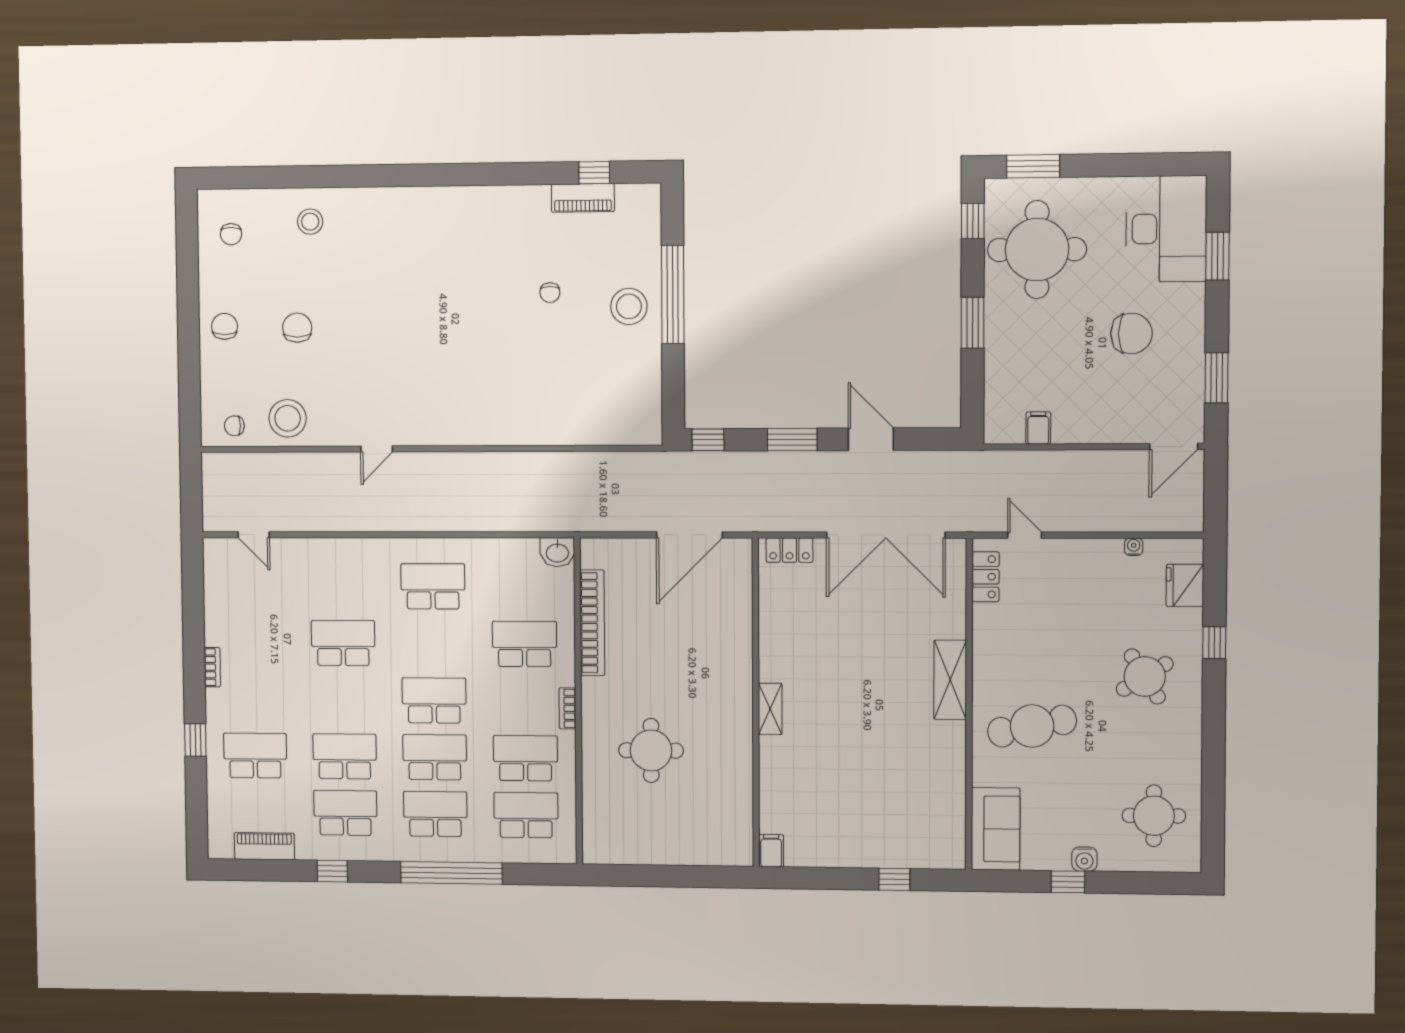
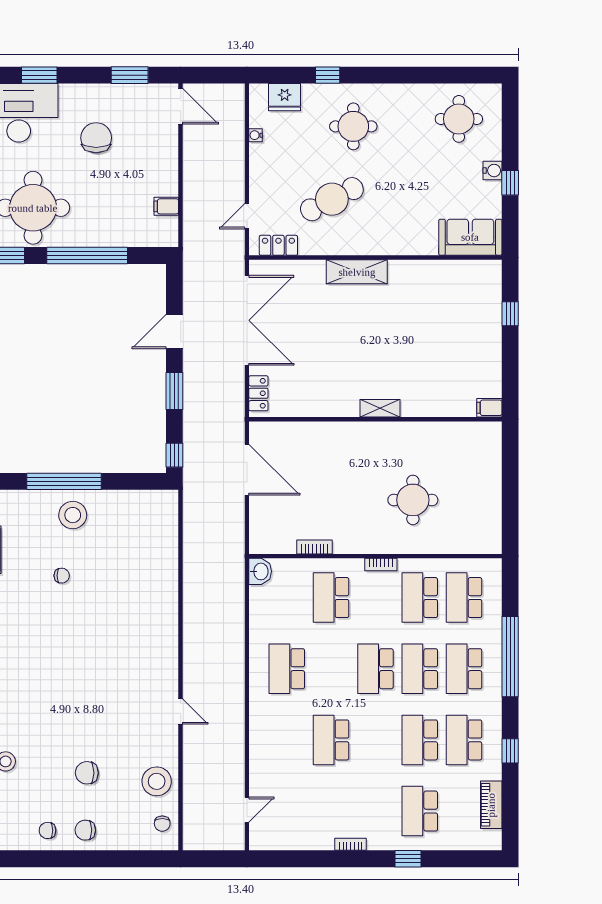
chair: (231, 234) -> (47, 830), moved, turned 180
window: (973, 323) -> (87, 255), width x2.11
bookcase: (592, 623) -> (314, 547), width x0.43, depth x0.76
round table: (1145, 676) -> (353, 126), turned 32
cafe table: (1032, 726) -> (332, 199), moved, turned 75

